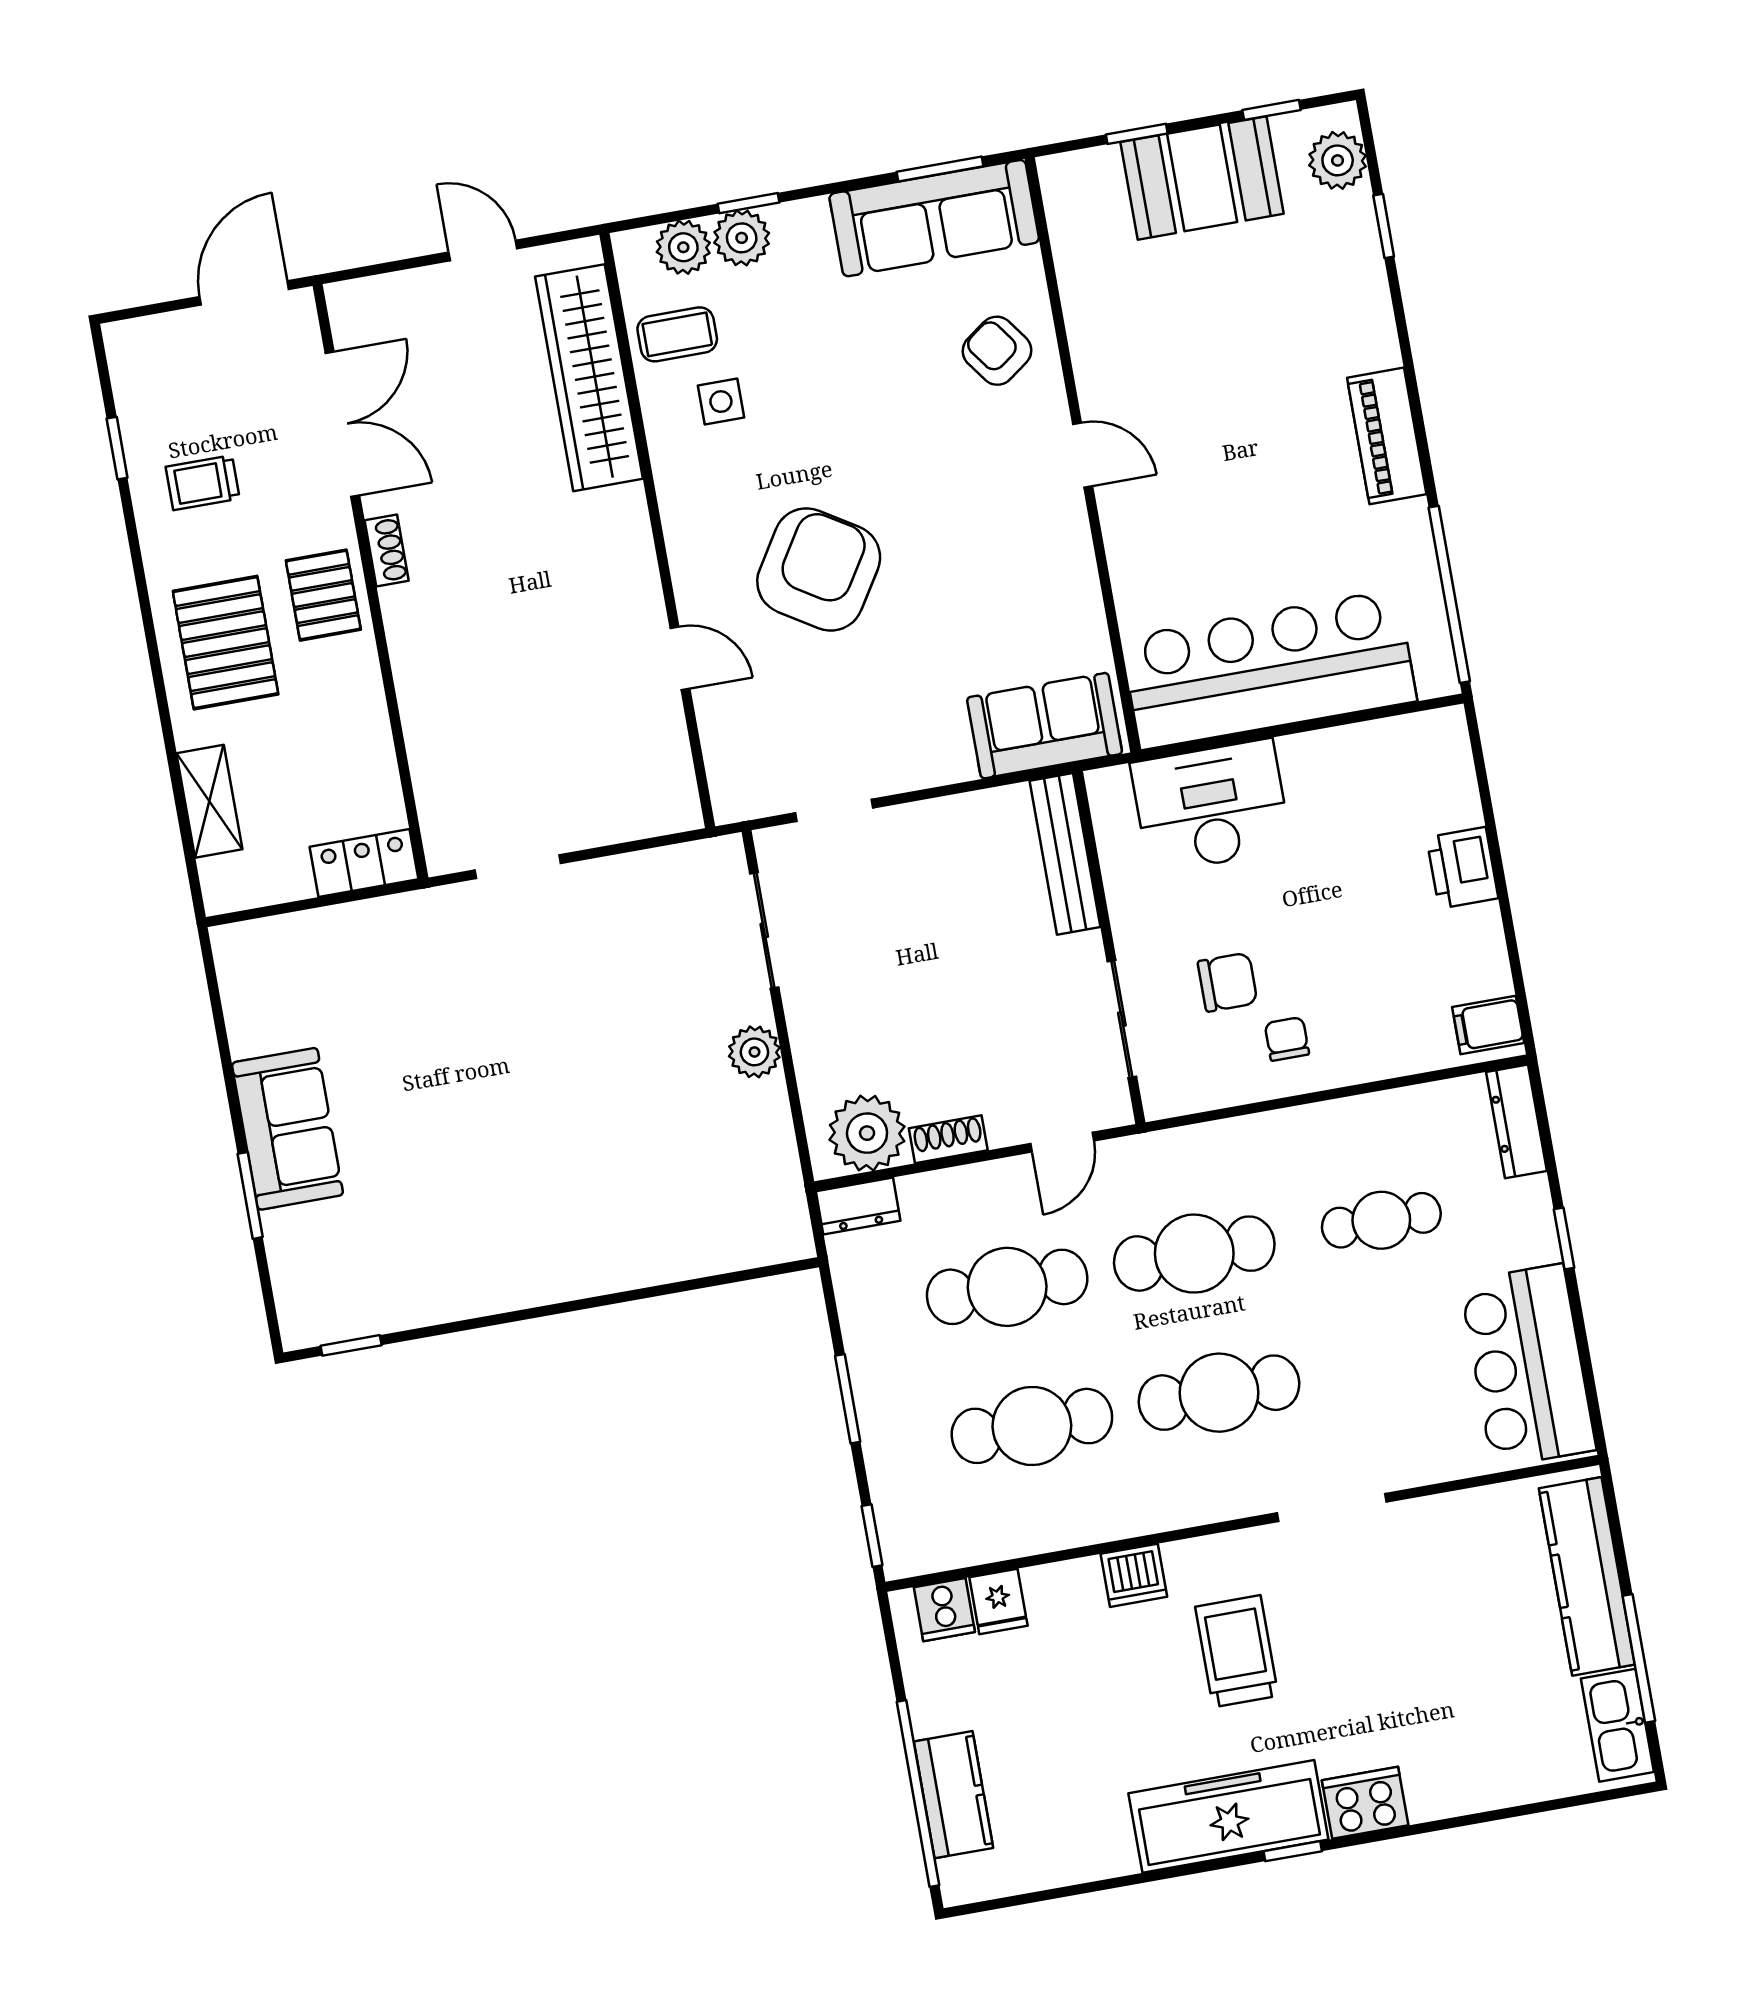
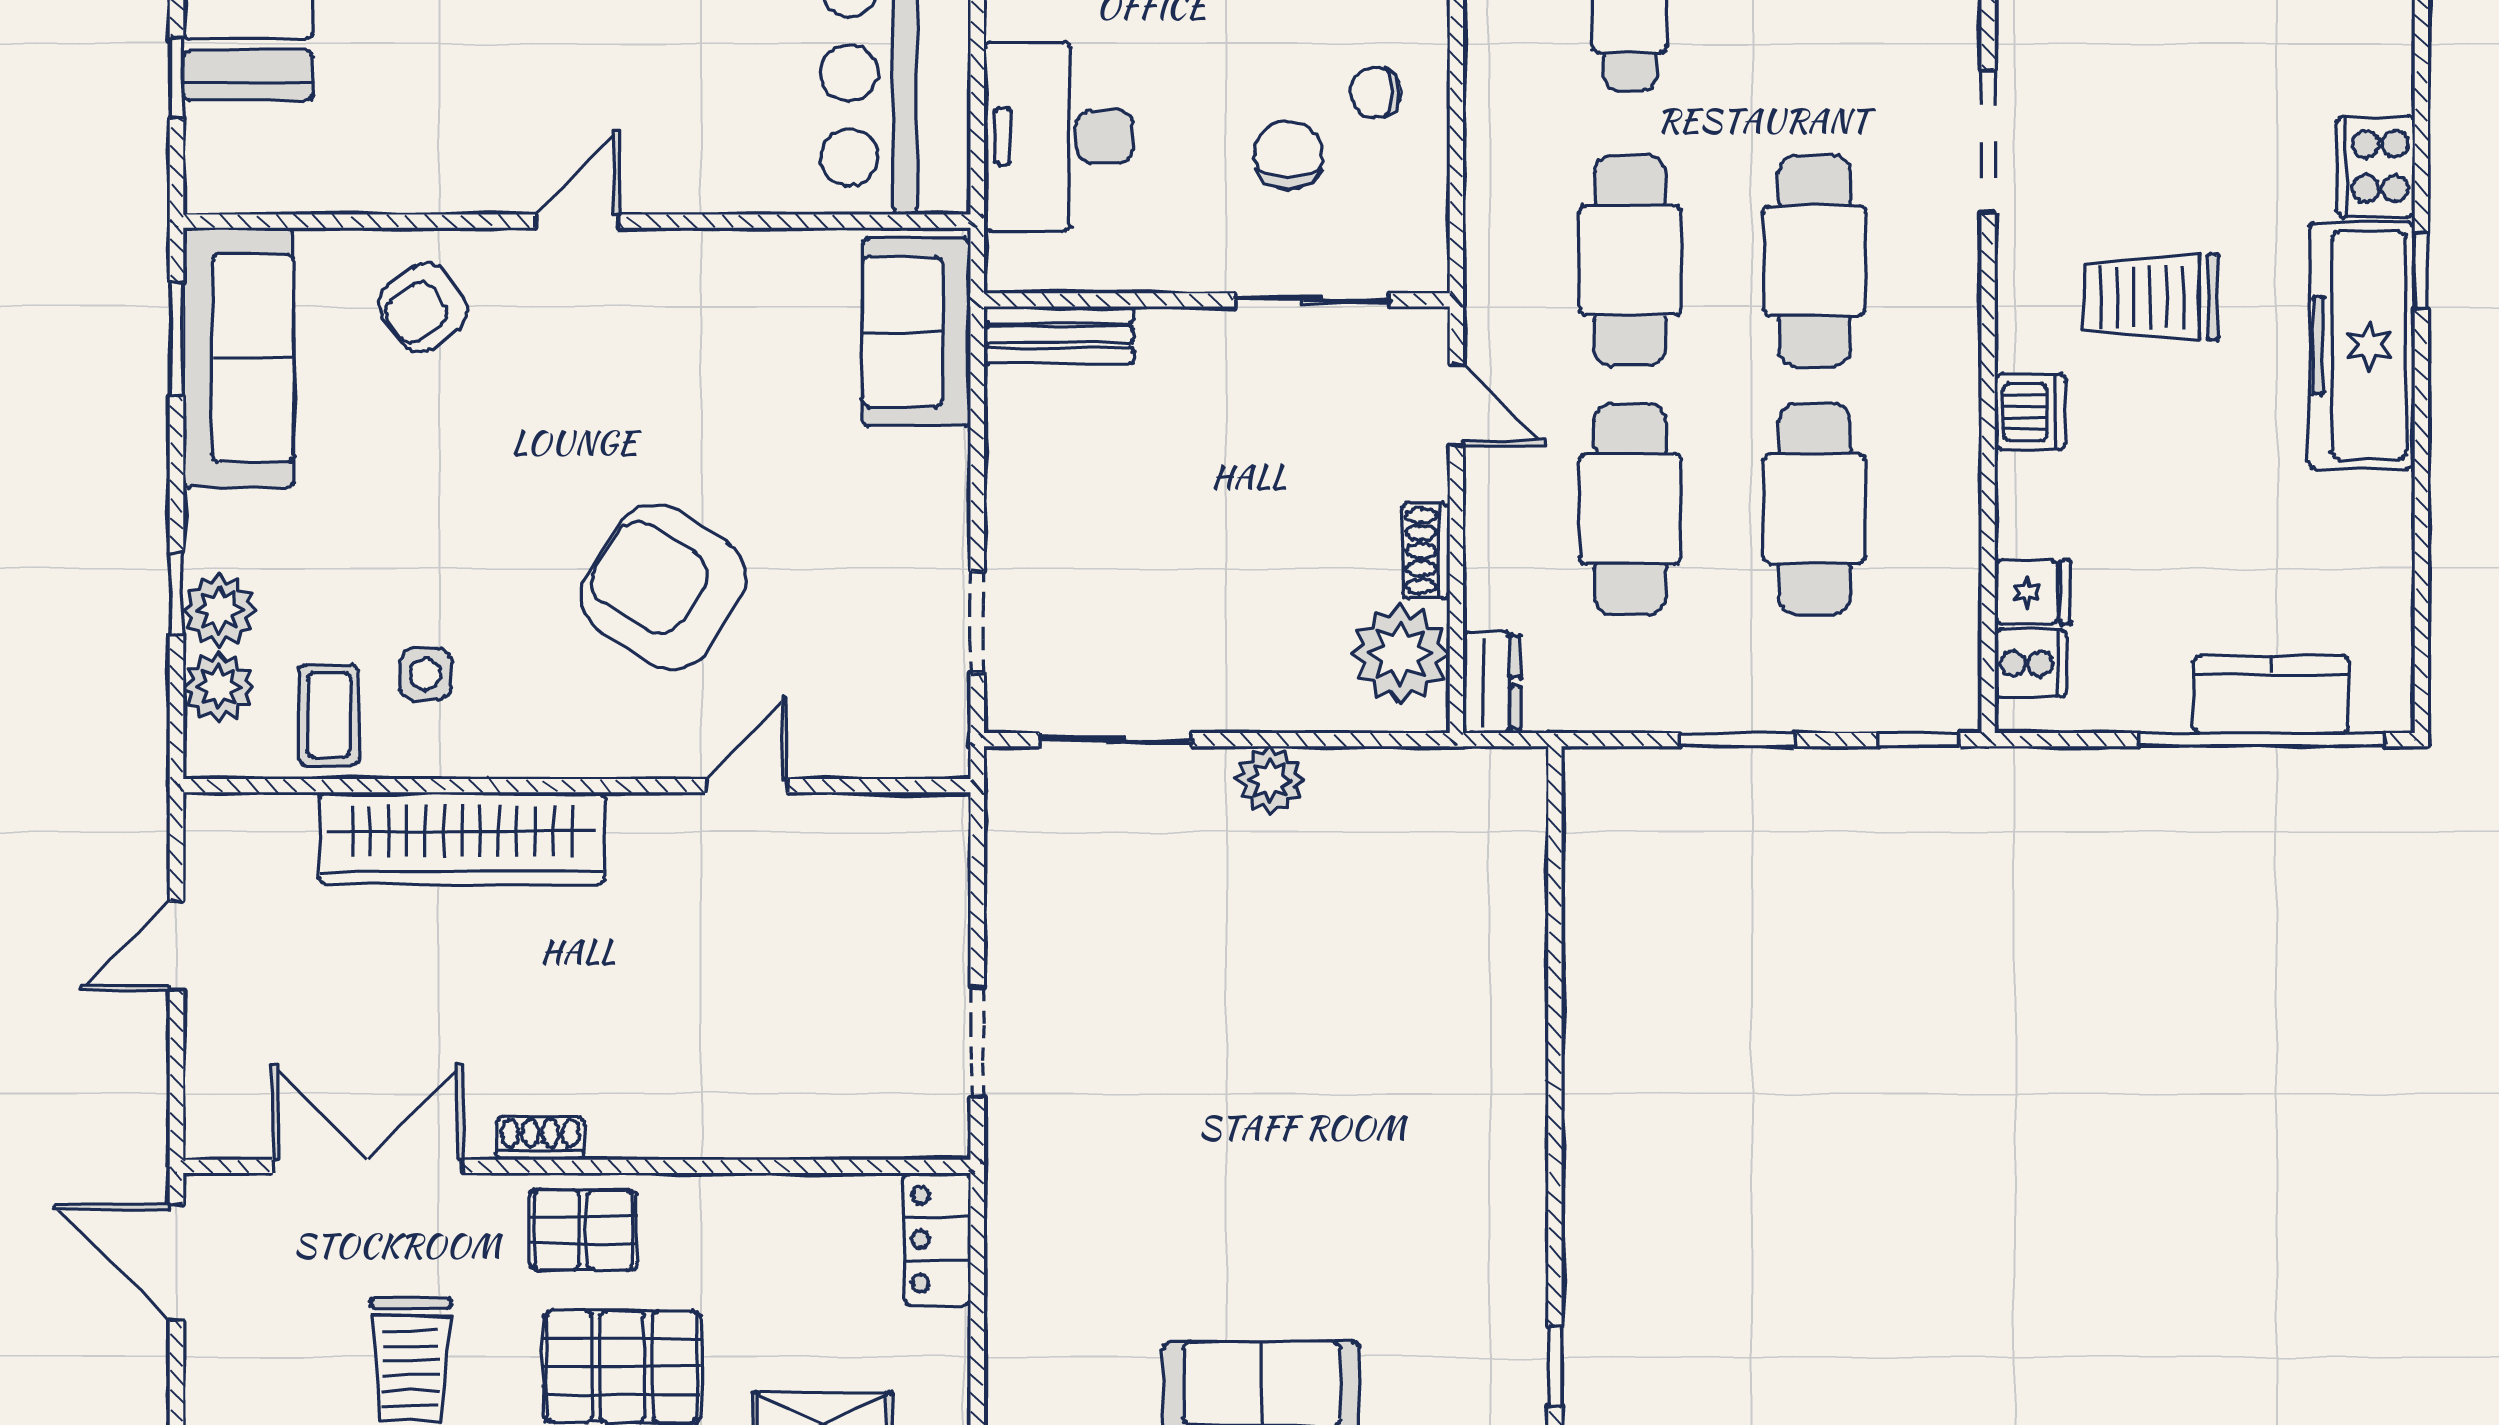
wardrobe: (589, 378) -> (462, 838), moved
trolley: (203, 483) -> (411, 1360), width x1.36, depth x1.39
bench: (1065, 854) -> (1059, 335), width x0.73

